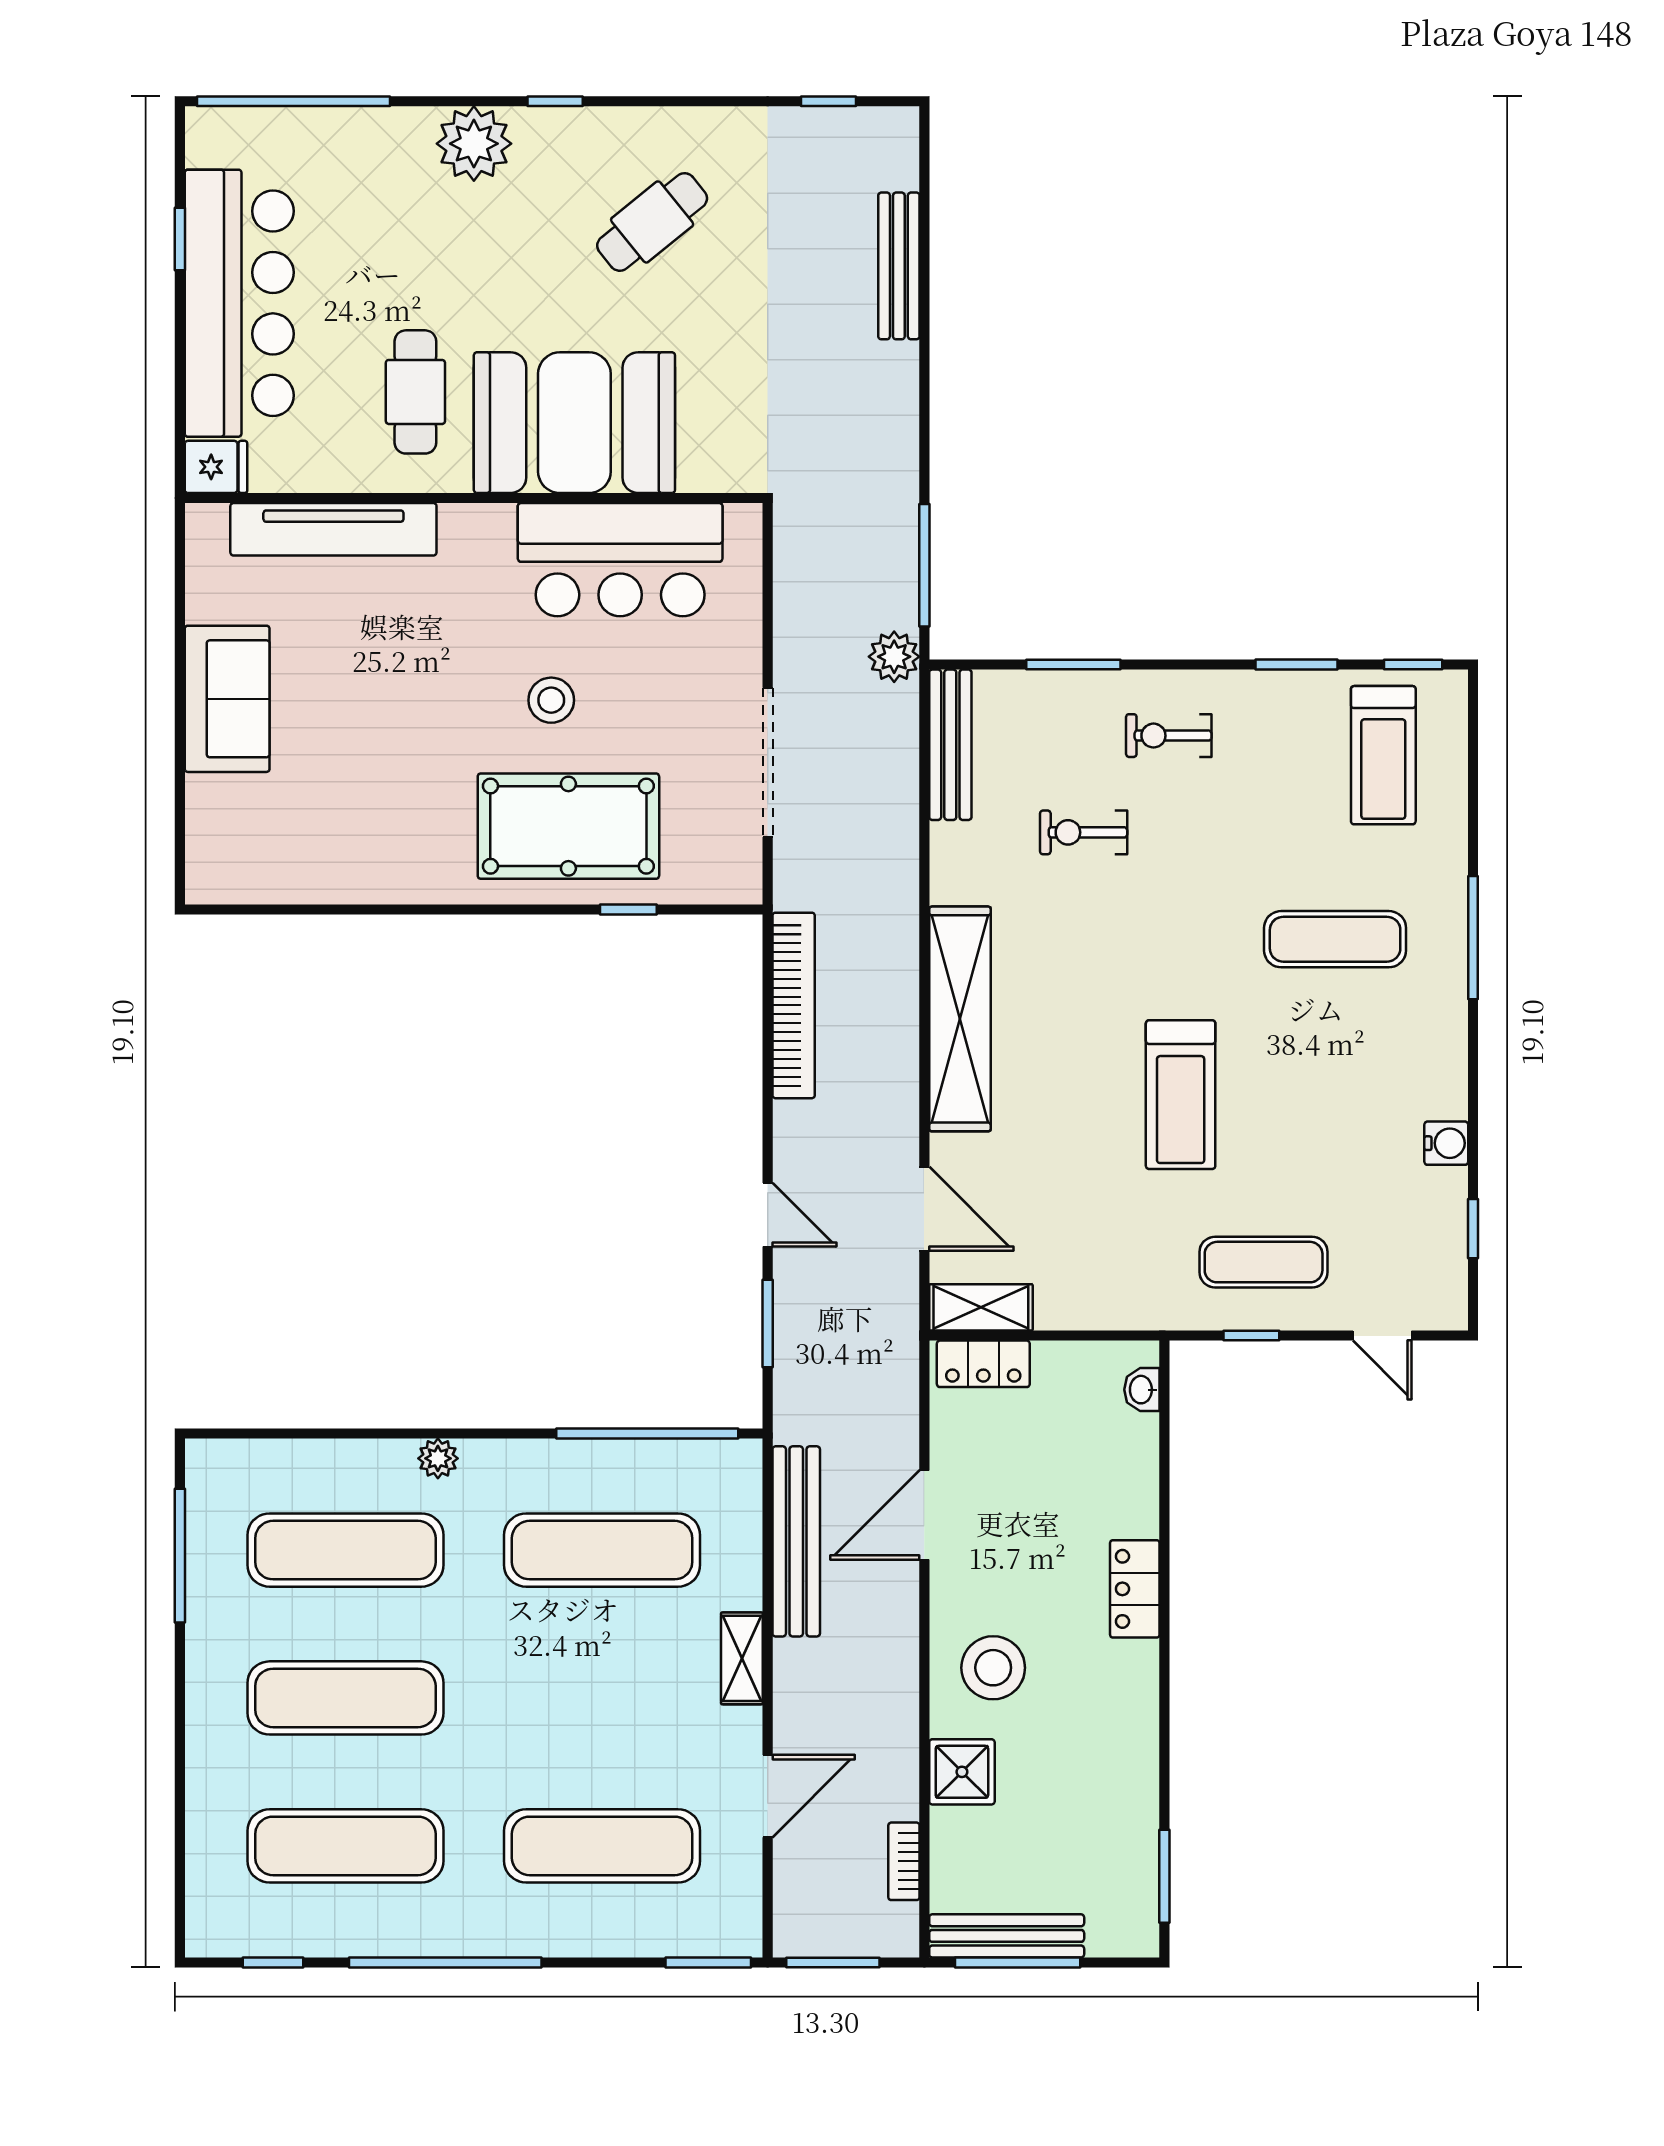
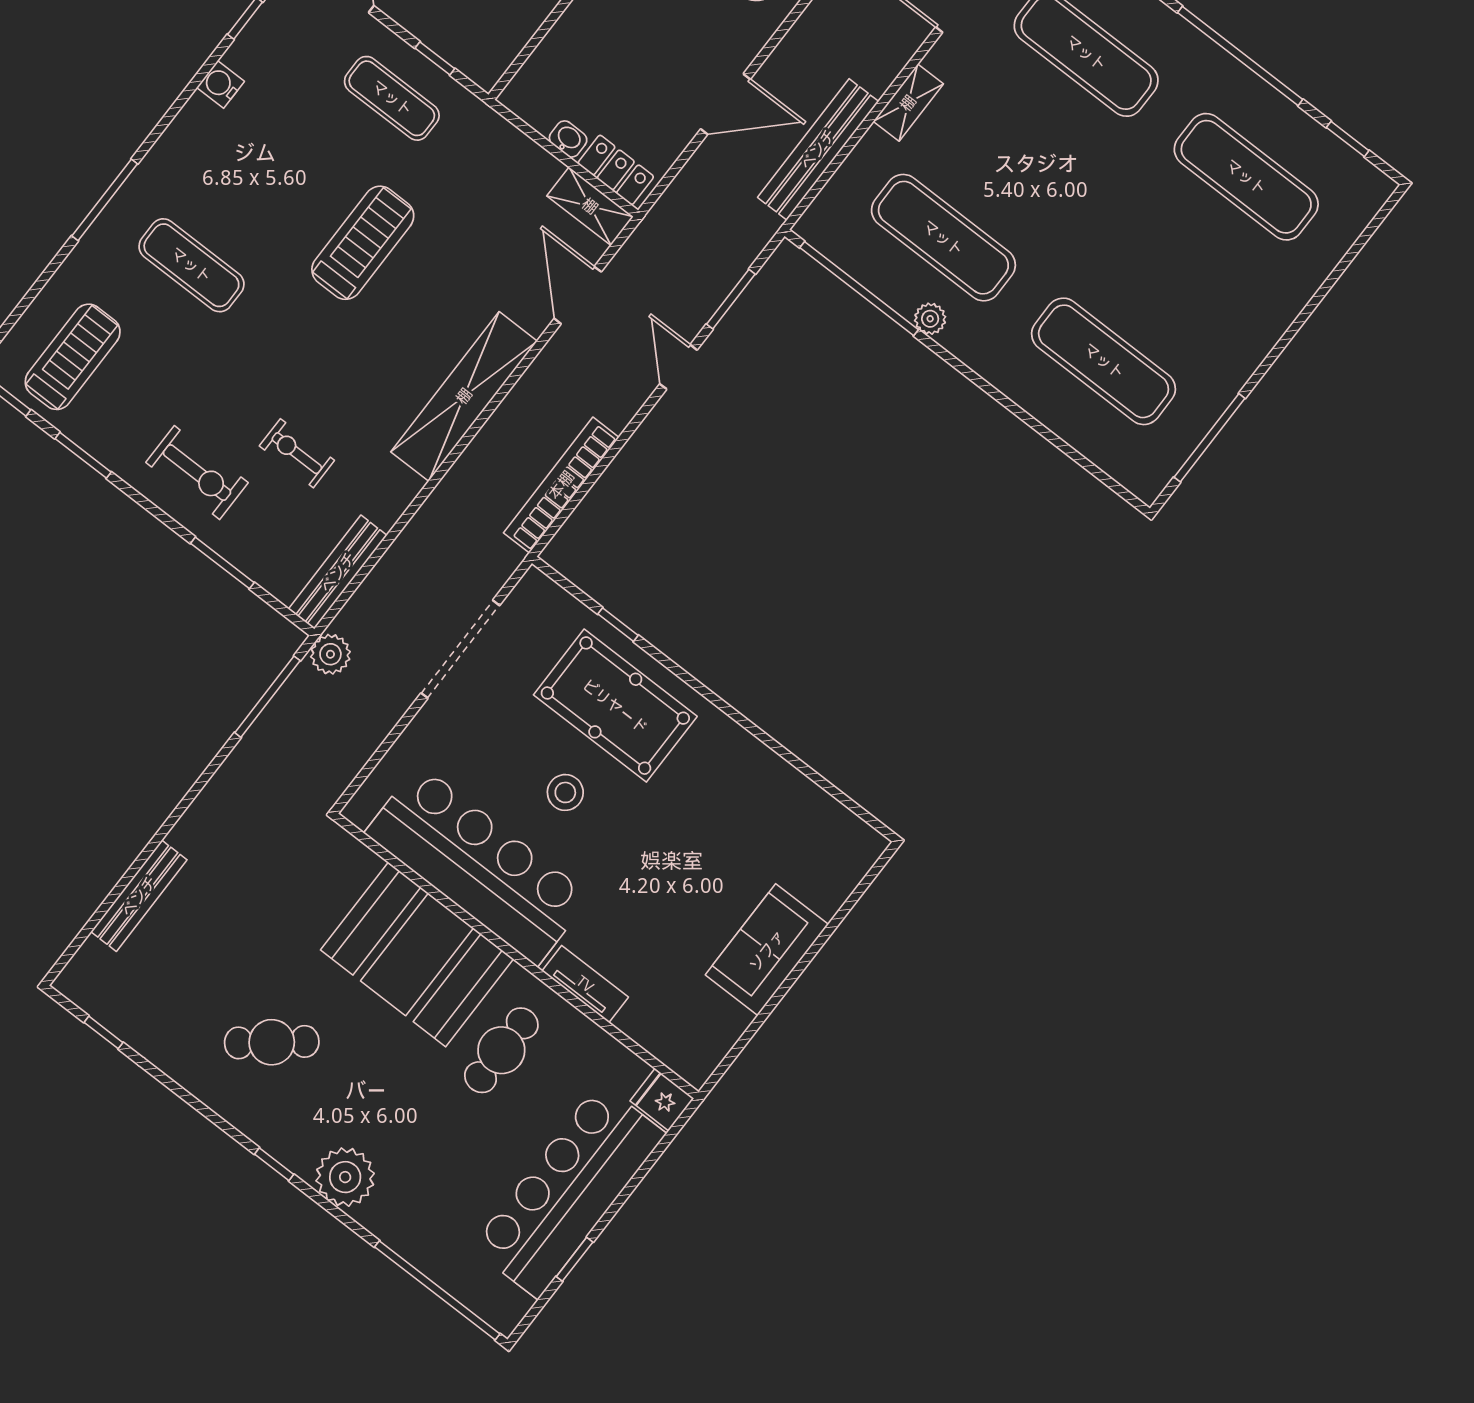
tv unit: (333, 529) -> (585, 984), width x0.52, depth x0.78
bar counter: (620, 560) -> (478, 865), width x1.36
exercise bike: (1169, 736) -> (197, 473), width x1.38, depth x1.39
exercise bike: (1084, 832) -> (297, 453), turned 180
washbasin: (1142, 1390) -> (568, 139), moved, turned -90
plant: (438, 1458) -> (930, 319), moved
exercise mat: (345, 1698) -> (1175, 269), removed

